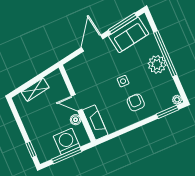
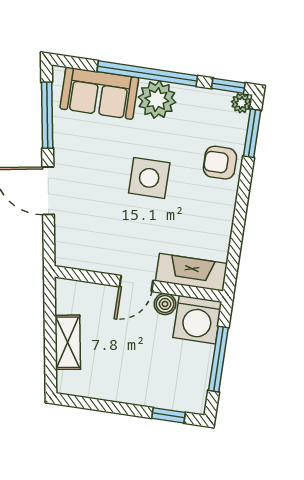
sofa: (129, 35) -> (99, 93), moved, turned 99
side table: (123, 81) -> (149, 178), width x1.87, depth x1.87
window: (181, 90) -> (228, 86), added
armchair: (136, 103) -> (220, 163), moved
washing machine: (67, 142) -> (197, 320), moved, turned -90

